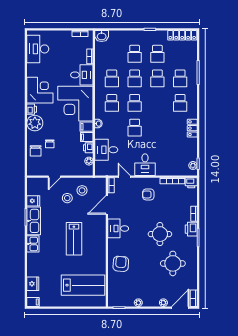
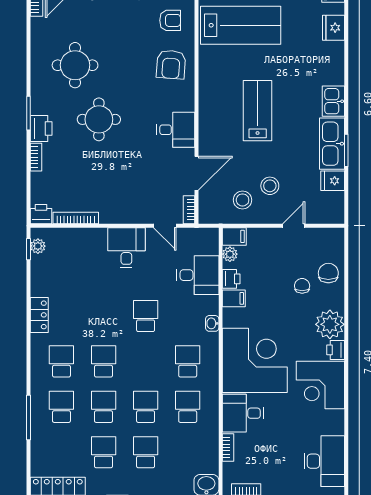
school desk: (135, 103) -> (104, 361), moved
filing cabinet: (87, 127) -> (234, 236), moved
armchair: (148, 194) -> (170, 20), moved
lab bench: (83, 285) -> (241, 25), turned 180

